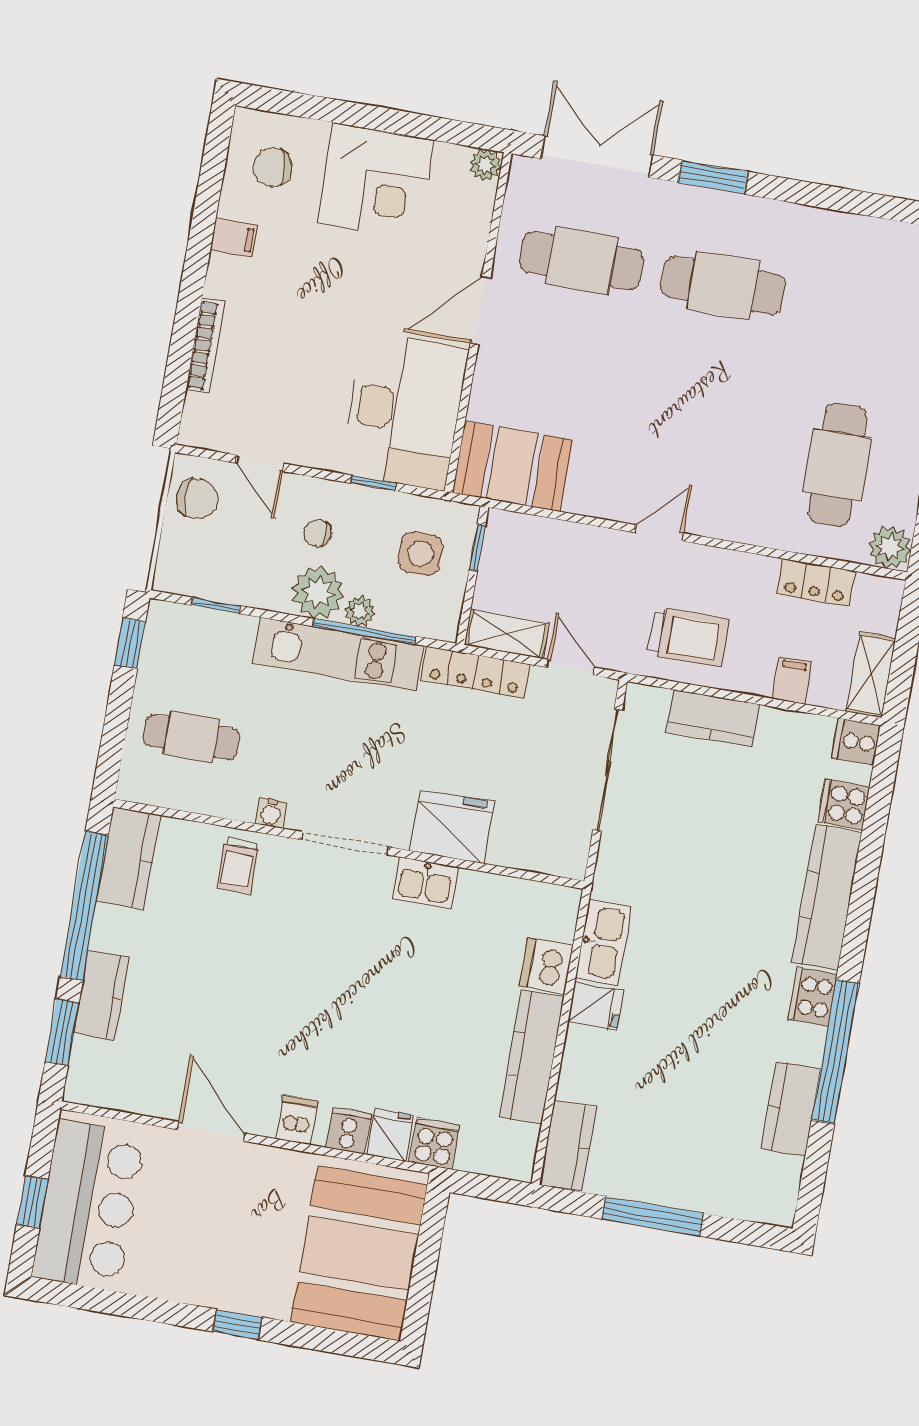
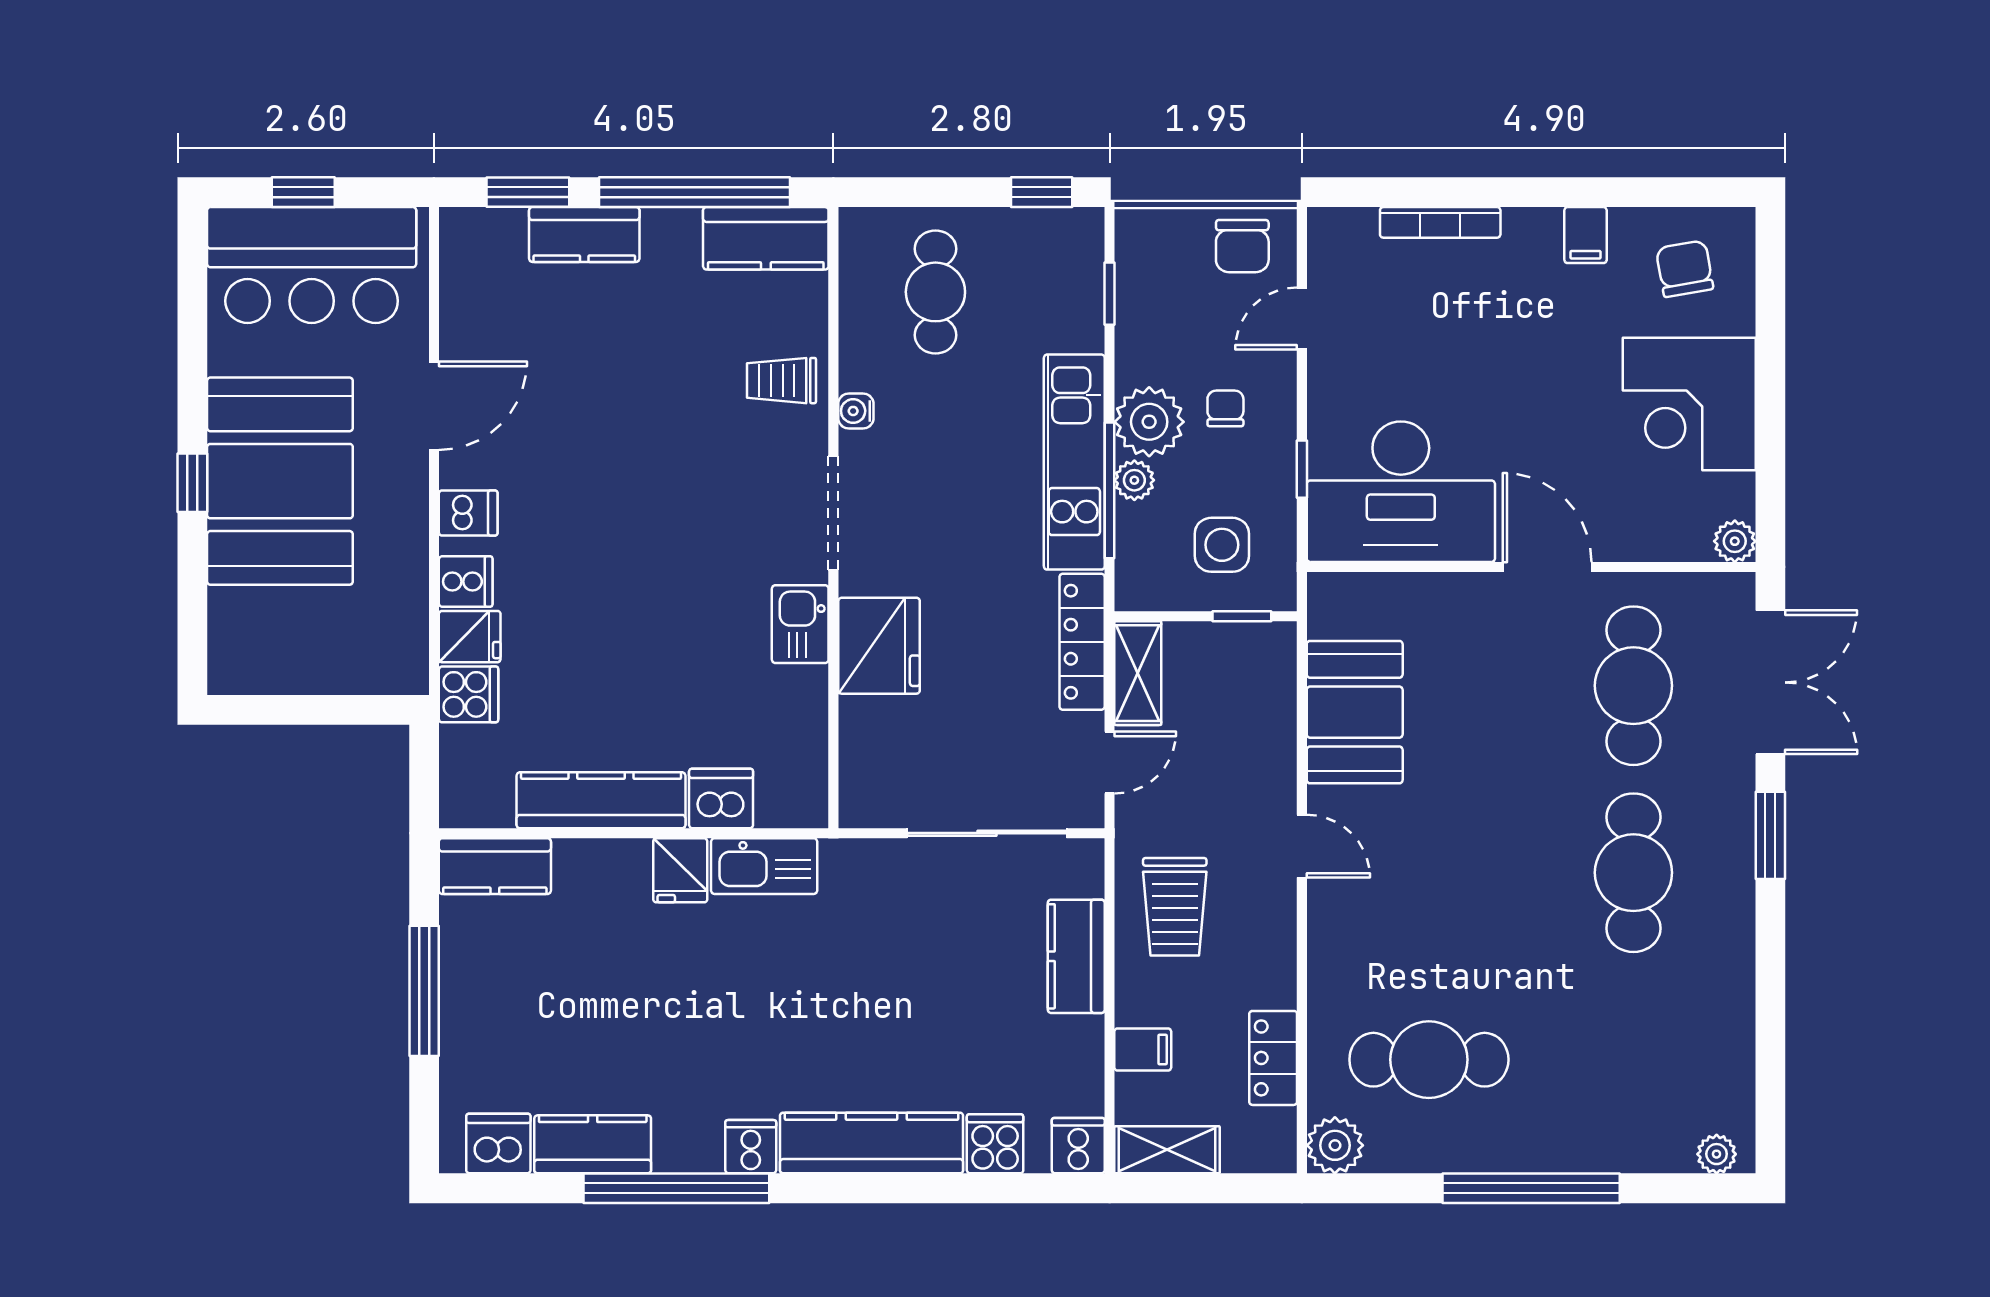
booth: (512, 466) -> (1355, 712), moved
cooker: (813, 997) -> (751, 1147), width x0.73
dishwasher: (778, 1180) -> (498, 1144), added
booth: (359, 1253) -> (280, 481), moved, turned 90

